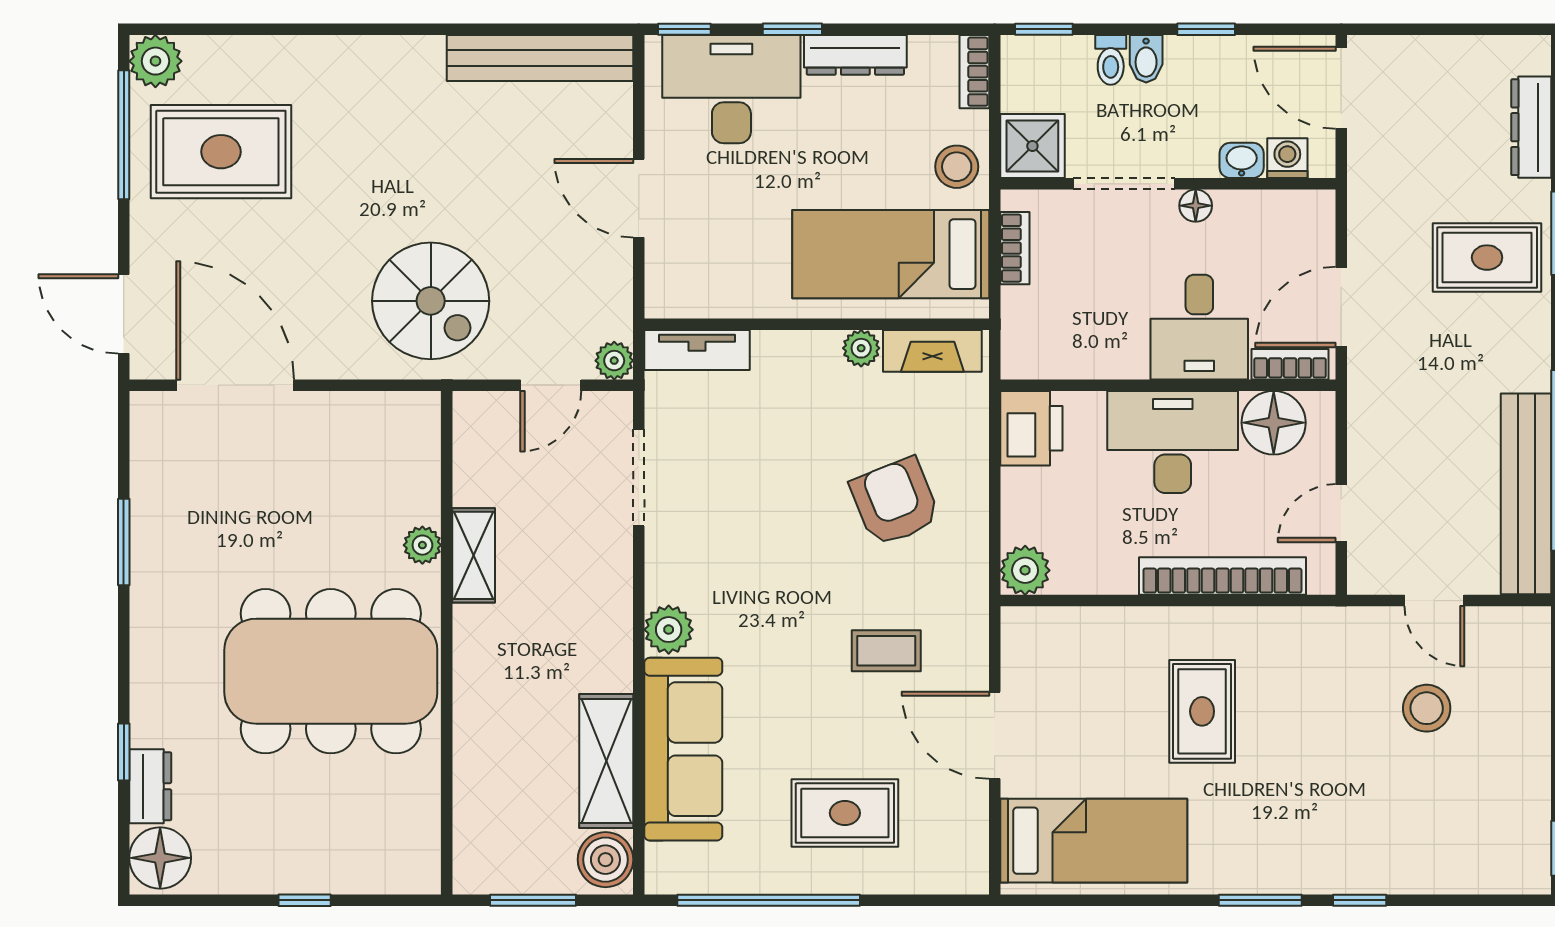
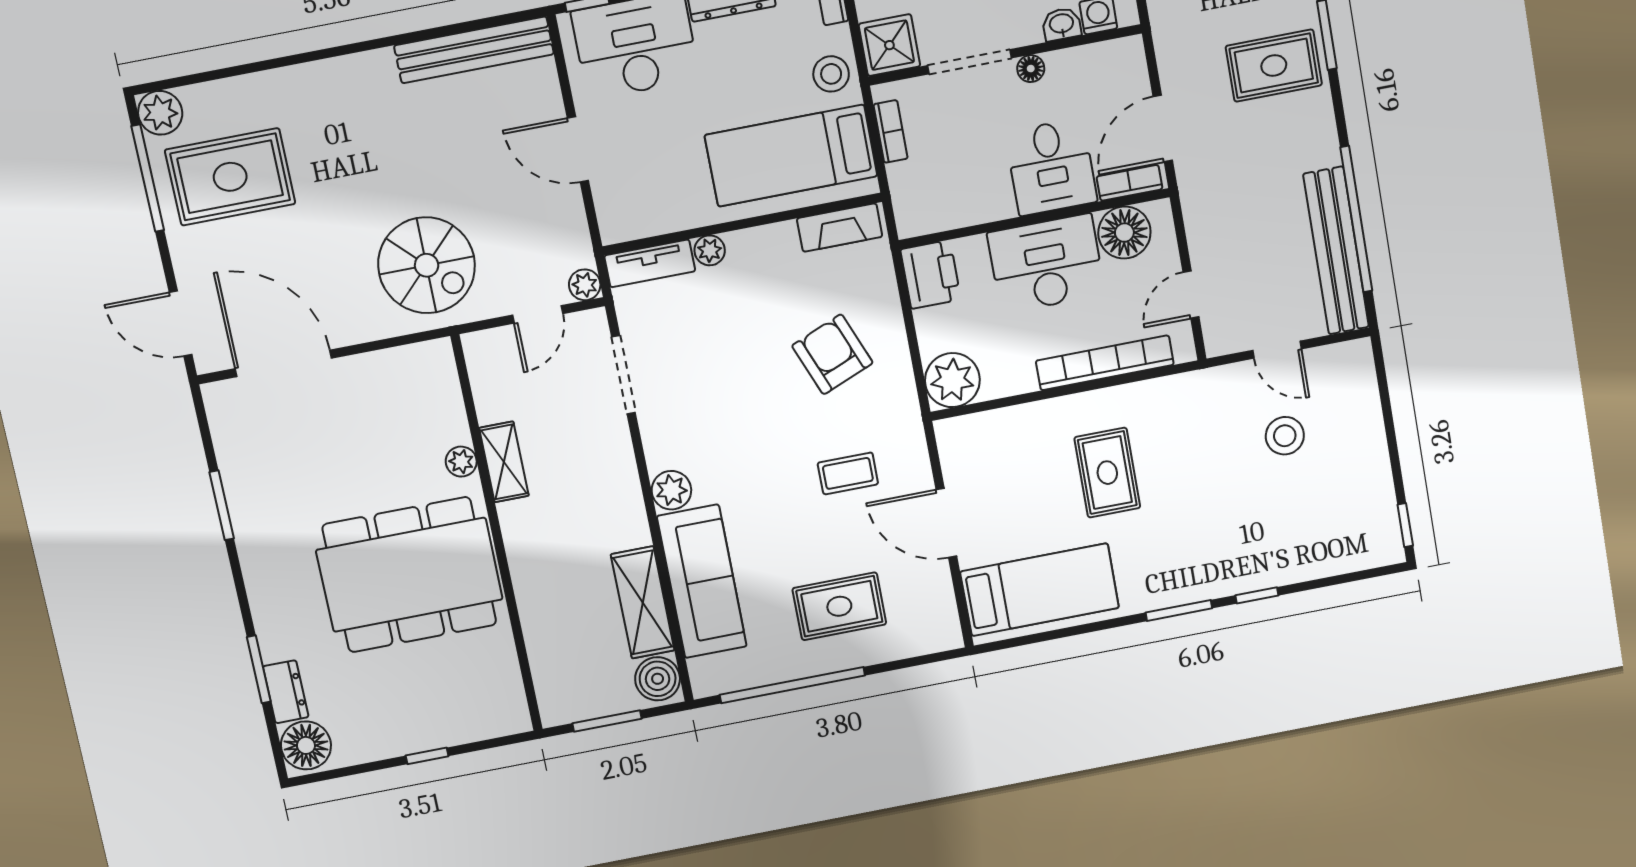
plant: (861, 348) -> (710, 250), moved
plant: (1025, 570) -> (952, 380), width x1.36, depth x1.36
window: (124, 752) -> (259, 669), width x1.50

